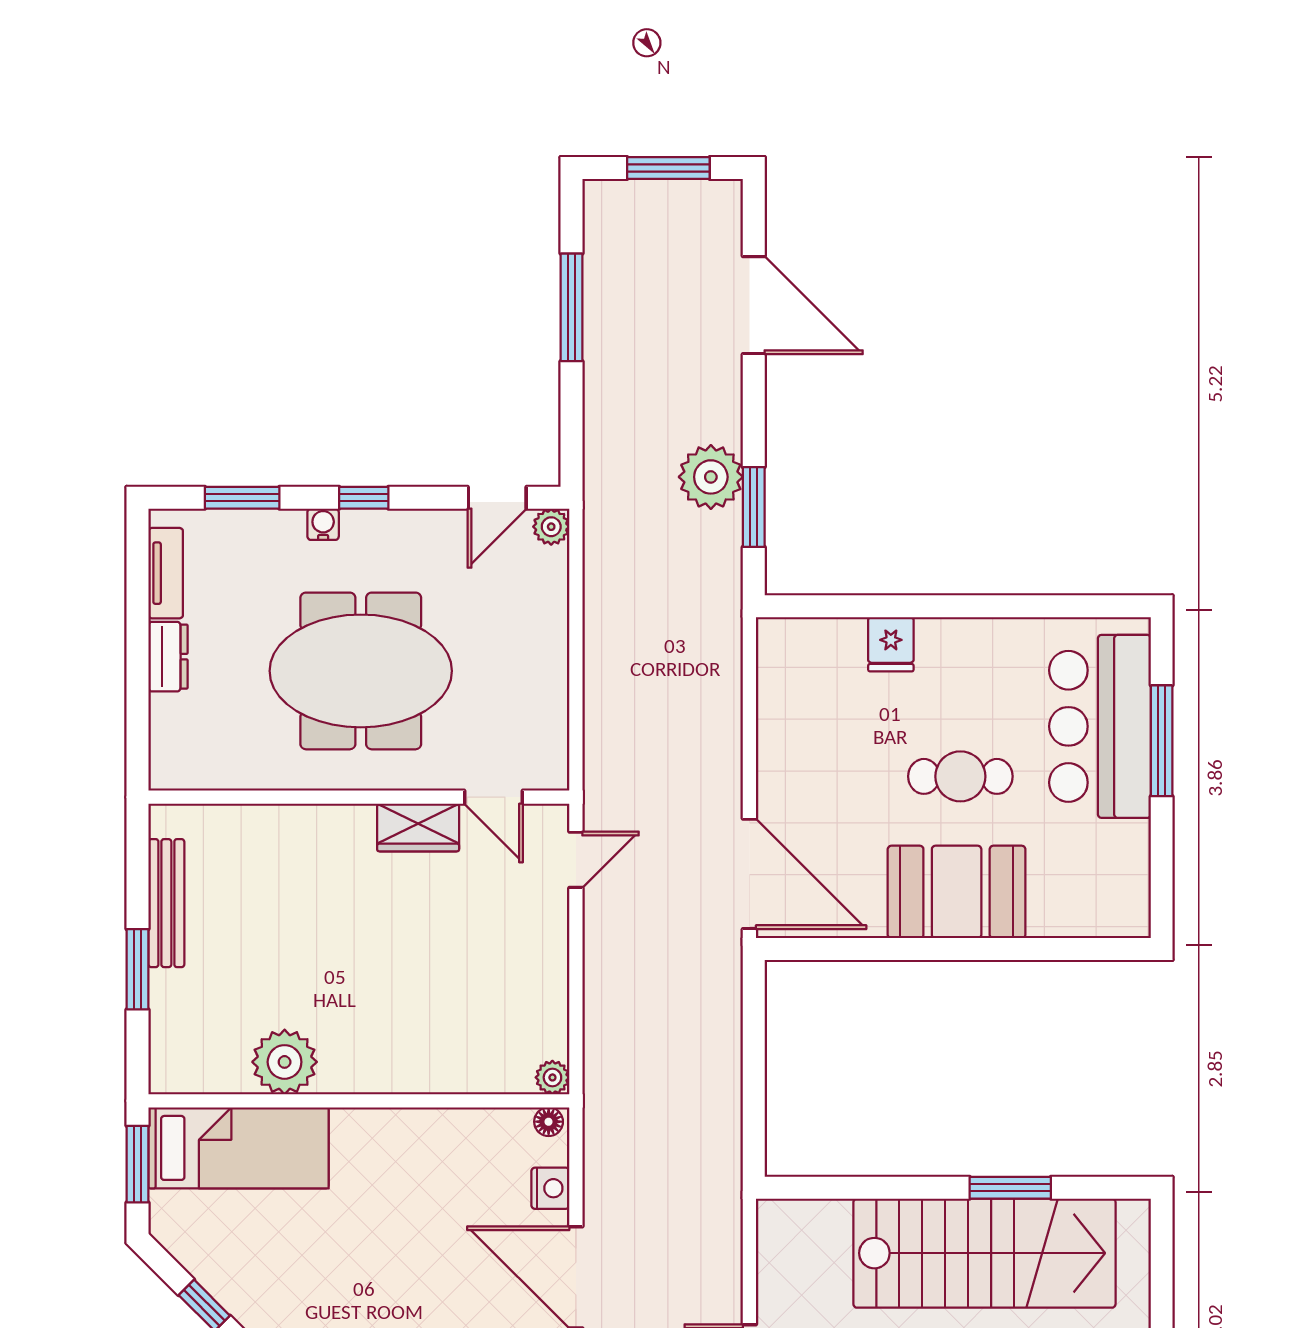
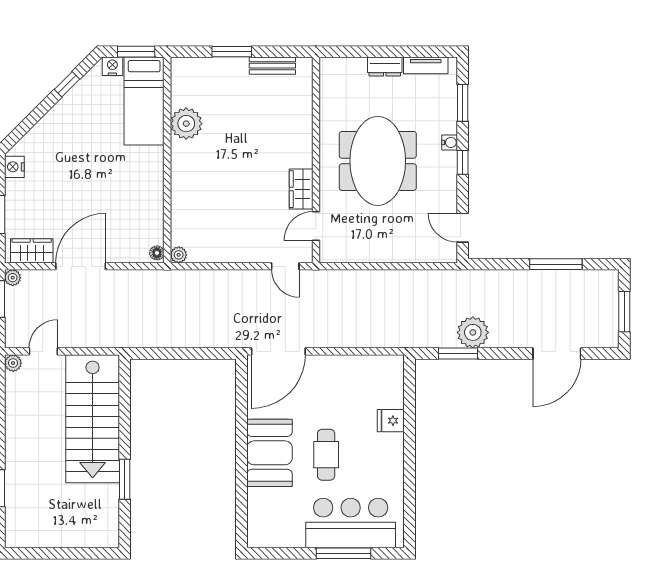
plant: (551, 527) -> (448, 254), removed
bench: (166, 903) -> (272, 66), width x0.73
nightstand: (550, 1188) -> (112, 66), moved, turned 180
stairs: (984, 1253) -> (93, 419), moved

